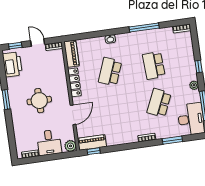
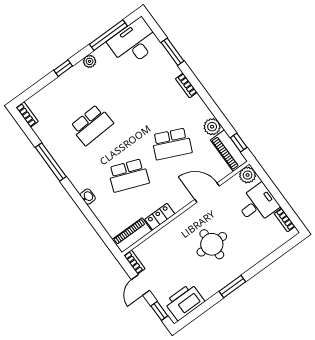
locker: (74, 82) -> (160, 217), width x0.66
school desk: (159, 103) -> (172, 144), moved
plant: (112, 140) -> (212, 127), added

